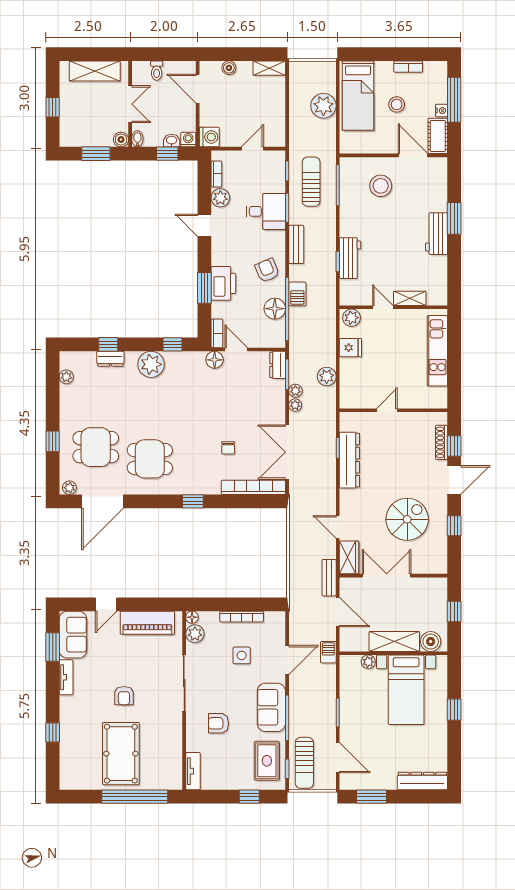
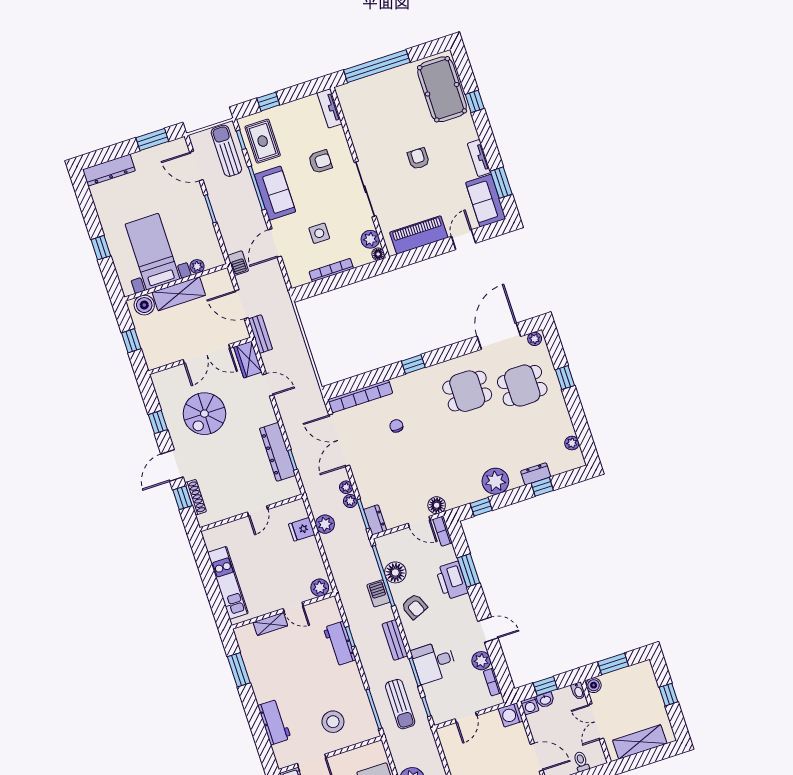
window: (454, 218) -> (239, 670), moved
workbench: (437, 234) -> (274, 722), moved
fridge: (350, 348) -> (302, 529), moved
double door: (287, 452) -> (339, 440), swing flipped
pool table: (121, 754) -> (442, 89), moved

